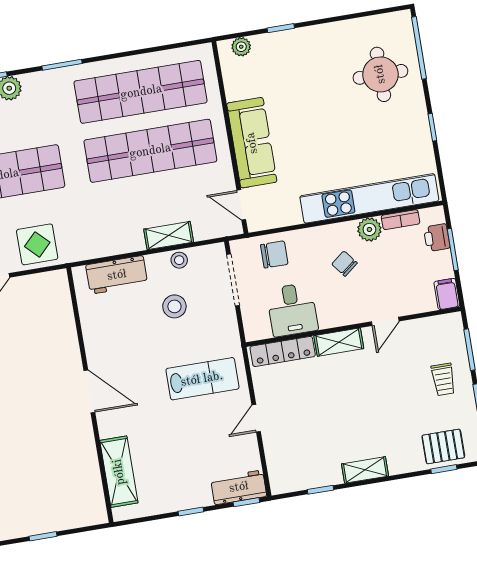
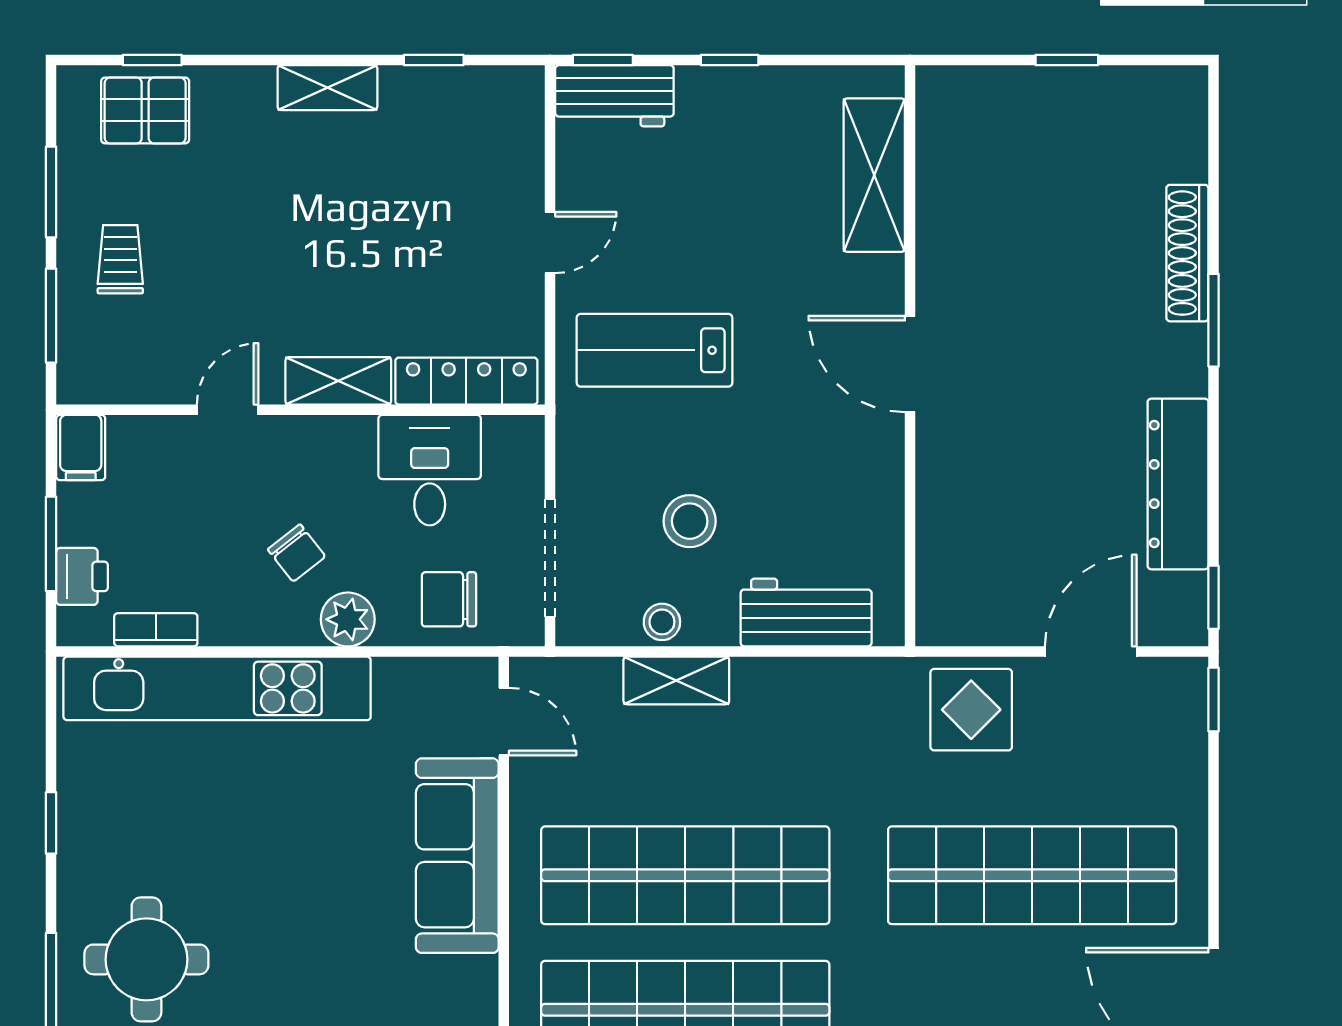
plant: (369, 229) -> (348, 619), moved

